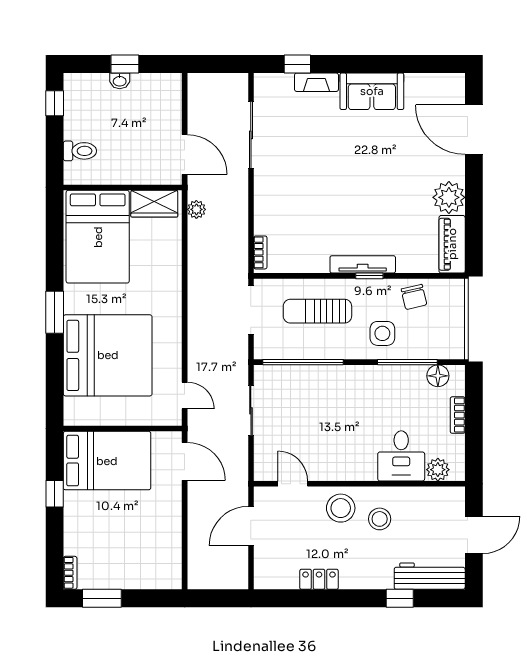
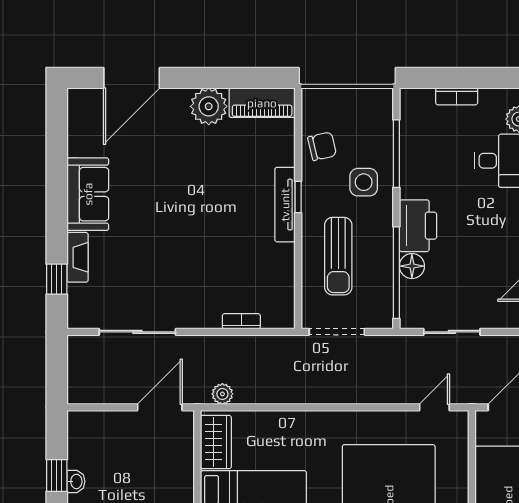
bookcase: (260, 252) -> (241, 321), moved
floor lamp: (438, 376) -> (412, 266), moved
printer: (344, 381) -> (418, 226), added

